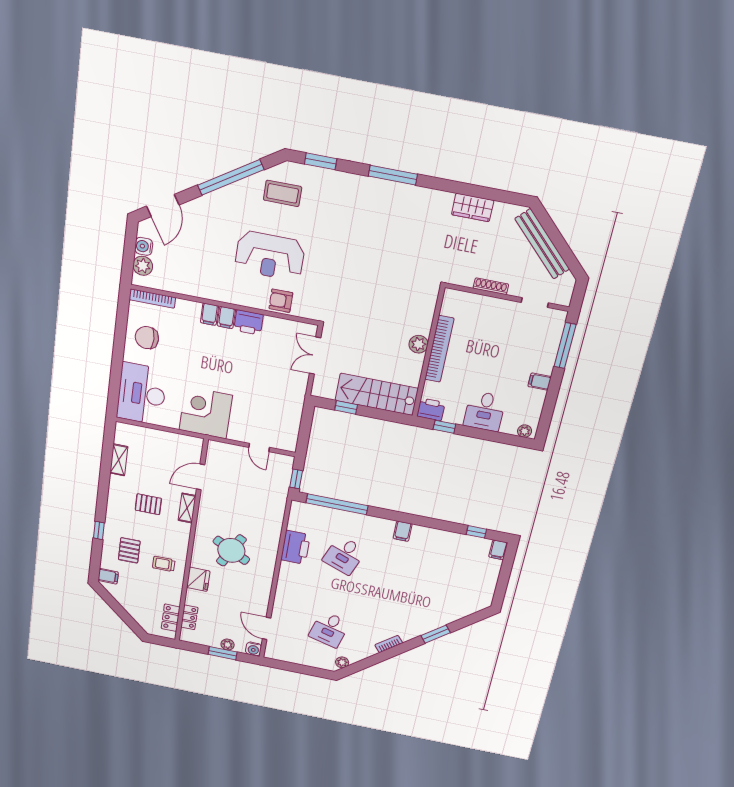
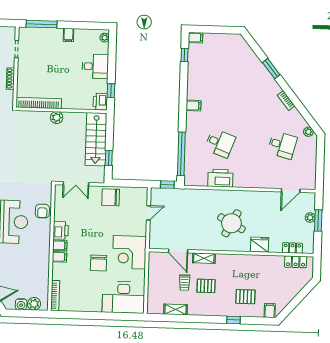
chair: (147, 338) -> (98, 263), moved
bookcase: (439, 349) -> (39, 103), moved
chair: (288, 400) -> (111, 197), added
pallet: (148, 504) -> (206, 286), turned 90
trolley: (164, 564) -> (185, 282), moved
water cooler: (253, 649) -> (310, 198), removed

